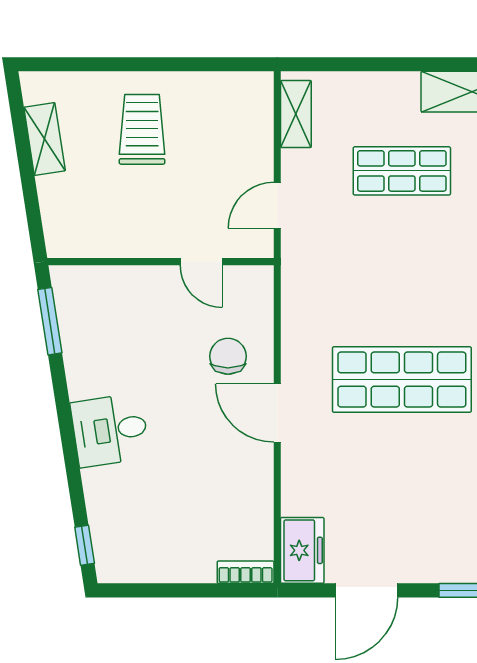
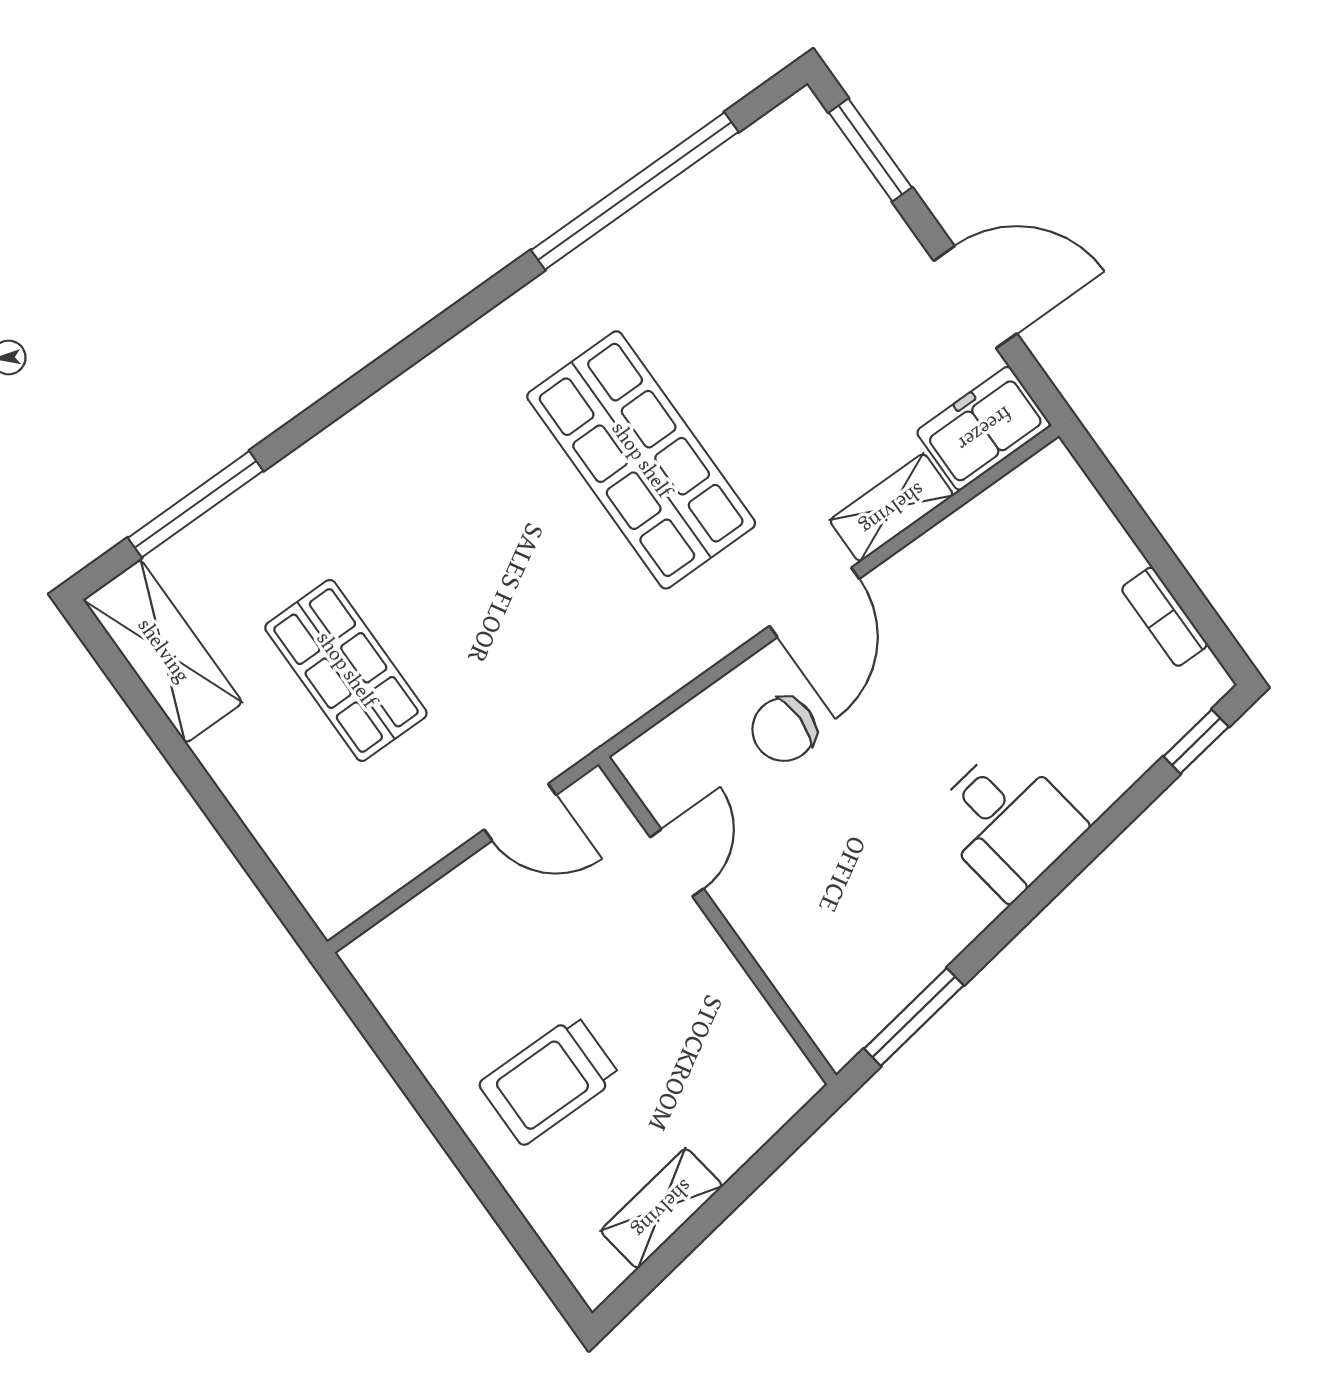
shelving: (296, 114) -> (892, 508), moved
bookcase: (246, 572) -> (1164, 617), moved

